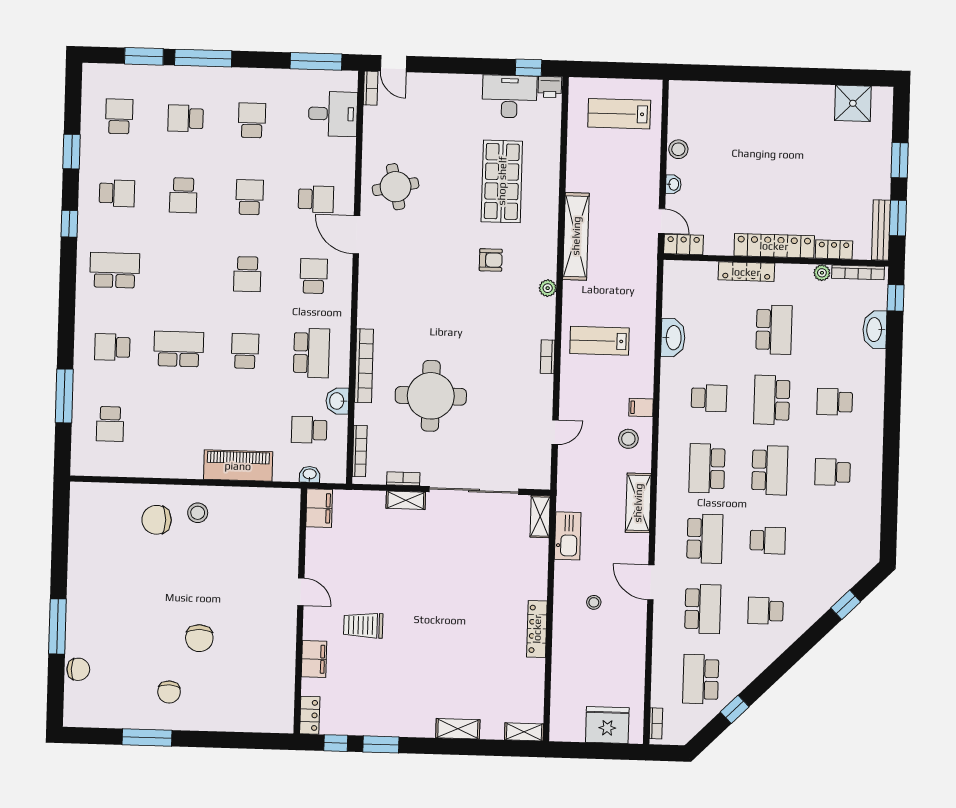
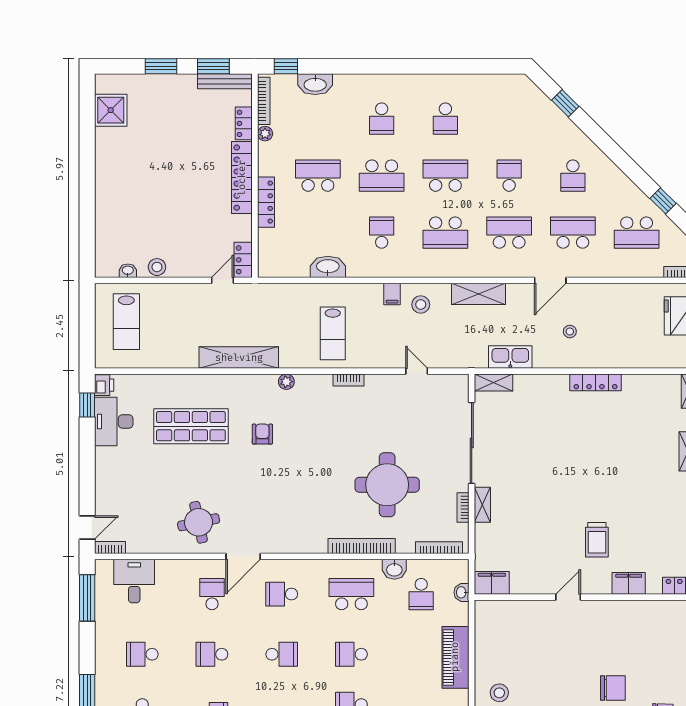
washbasin: (673, 184) -> (128, 271), moved

